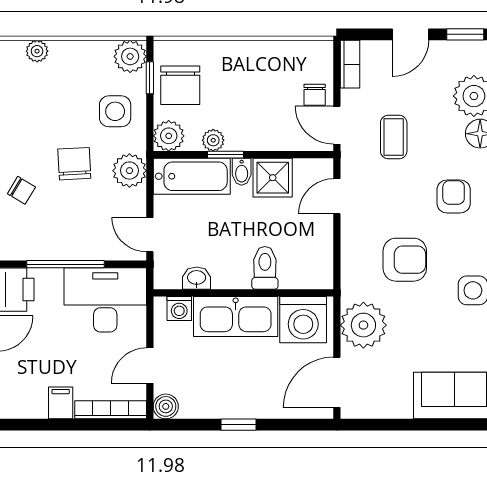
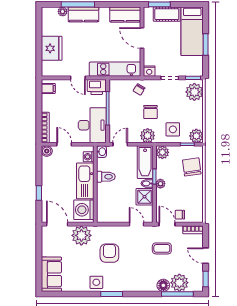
plant: (37, 51) -> (194, 92), width x1.88, depth x1.88
chair: (180, 85) -> (192, 167), moved, turned 82
door: (337, 125) -> (167, 224), hinge flipped
plant: (213, 140) -> (160, 184), moved
chair: (74, 164) -> (150, 112), turned 93
armchair: (454, 196) -> (136, 274), removed
armchair: (405, 260) -> (109, 253), turned 180
toilet: (265, 268) -> (106, 177), moved
washbasin: (197, 278) -> (102, 152), moved
filing cabinet: (61, 403) -> (48, 88), moved
window: (238, 425) -> (39, 193), moved

